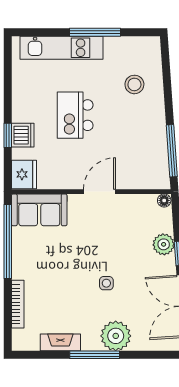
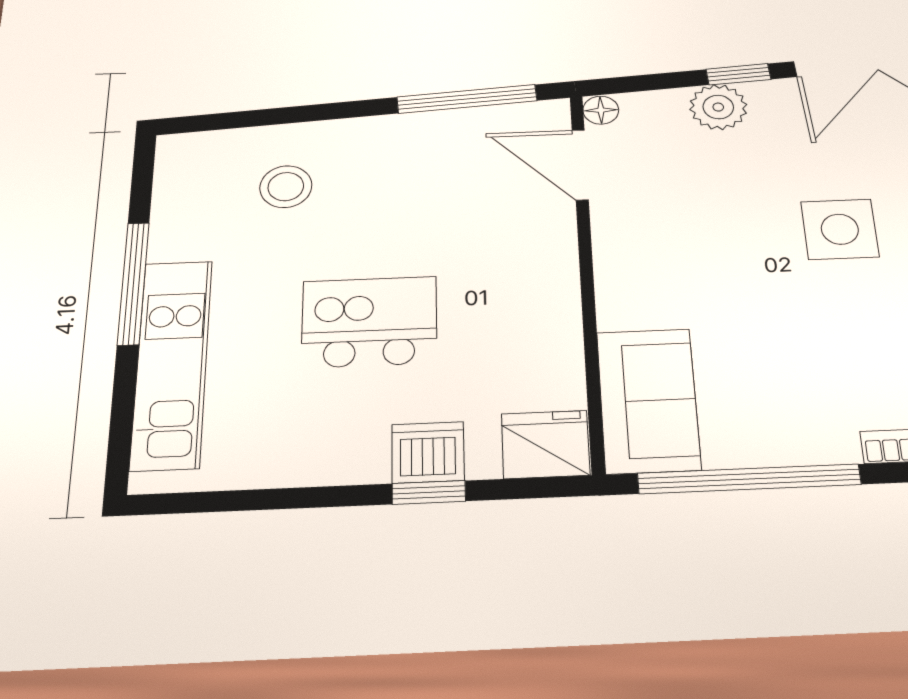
kitchen island: (75, 115) -> (369, 322), turned 180
door: (99, 192) -> (580, 165), moved
side table: (106, 283) -> (840, 229), width x1.87, depth x1.87

